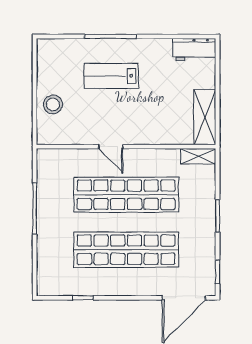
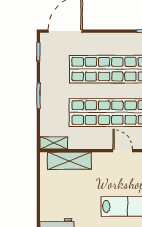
shelving: (205, 117) -> (69, 161), moved, turned 90

